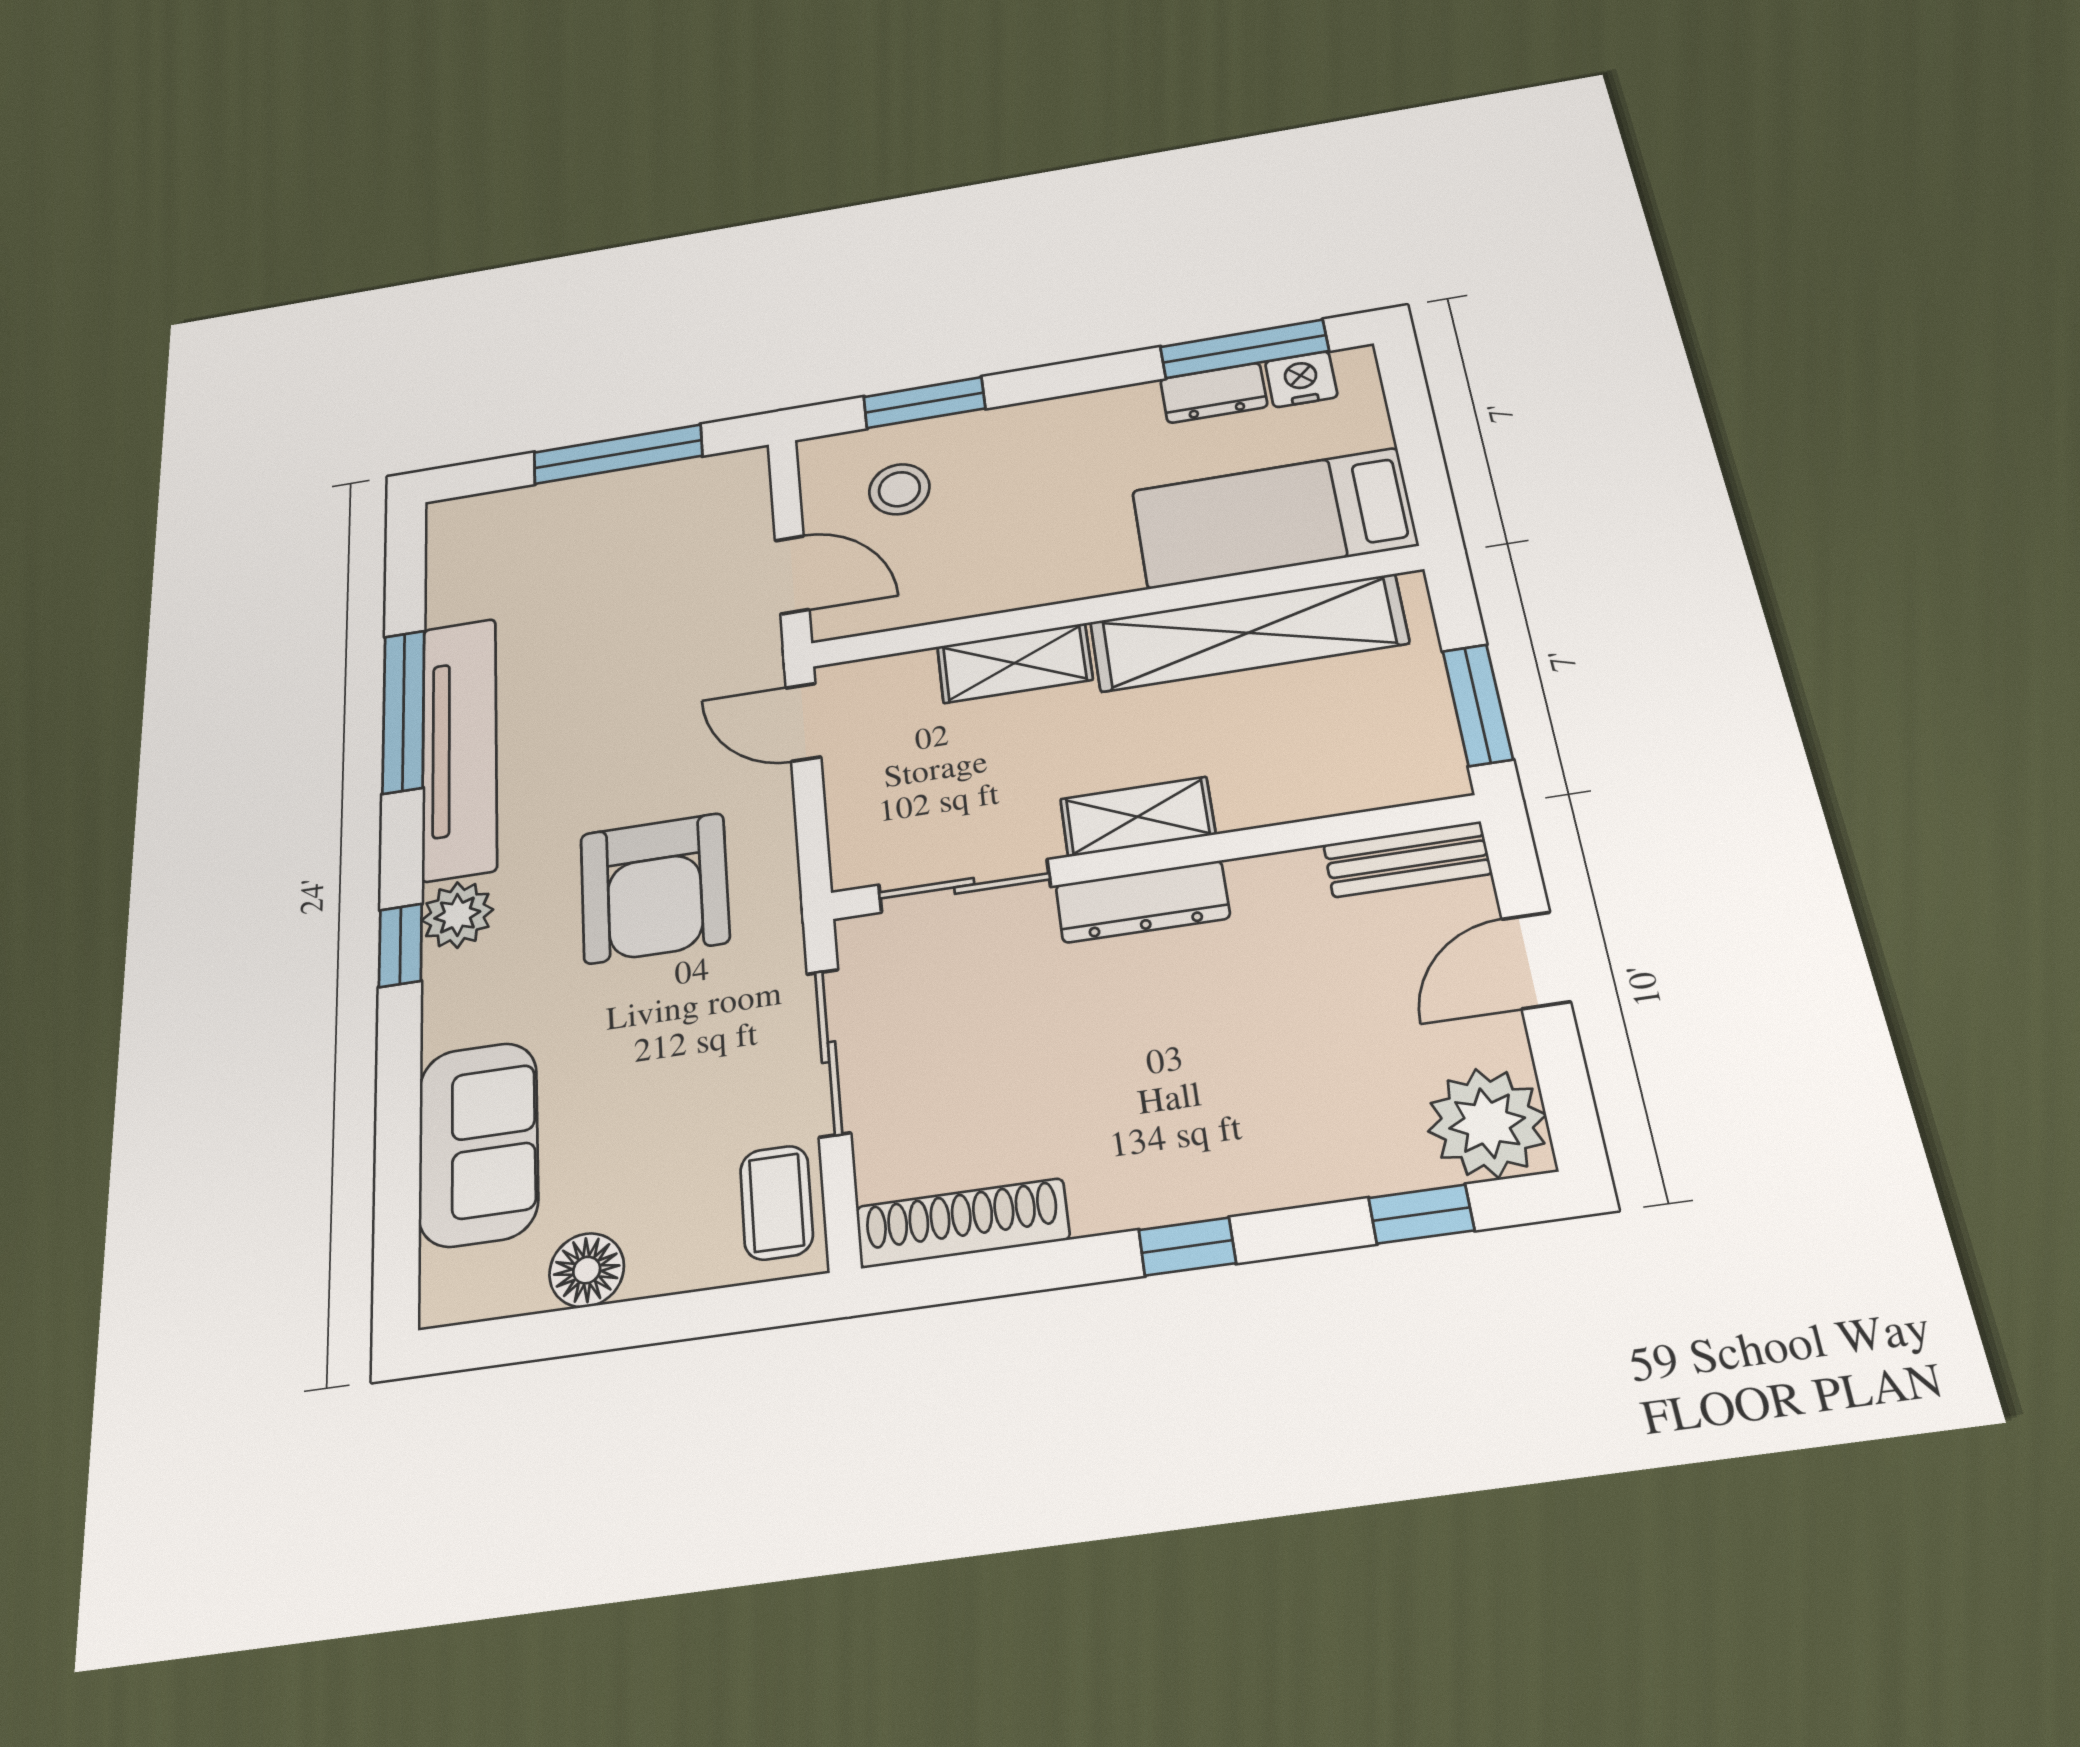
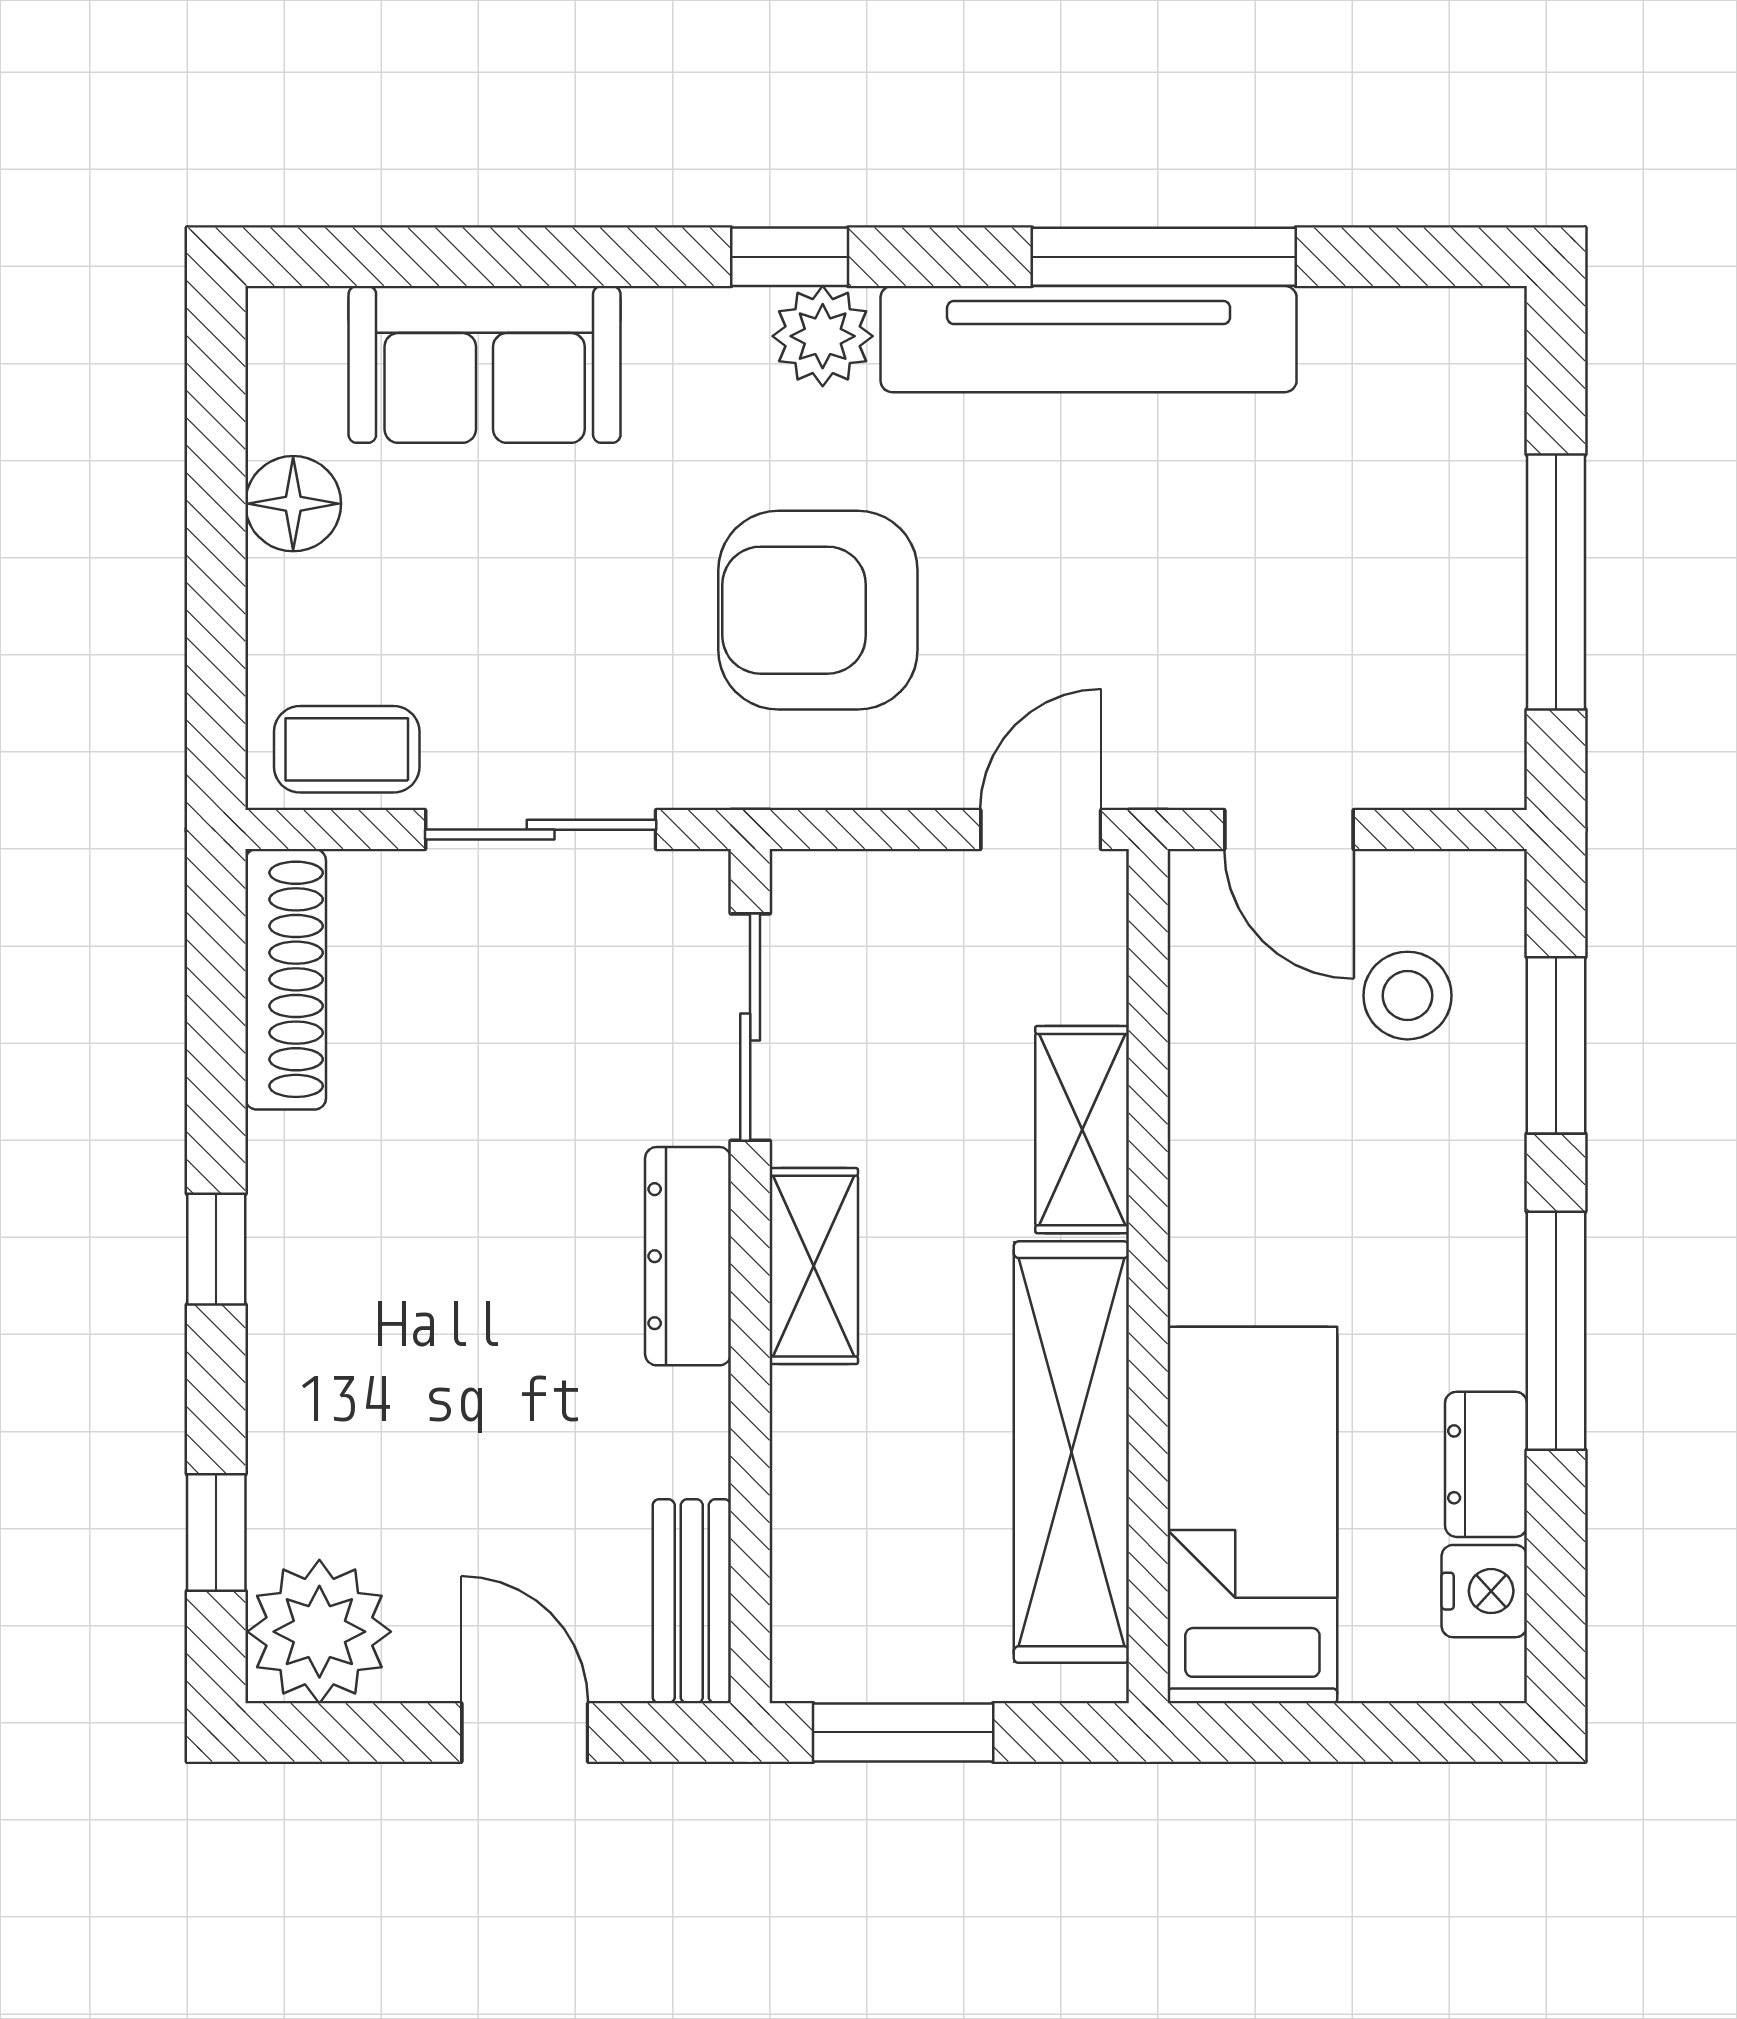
window: (1244, 349) -> (1556, 1331), moved
door: (792, 575) -> (1289, 830), hinge flipped

